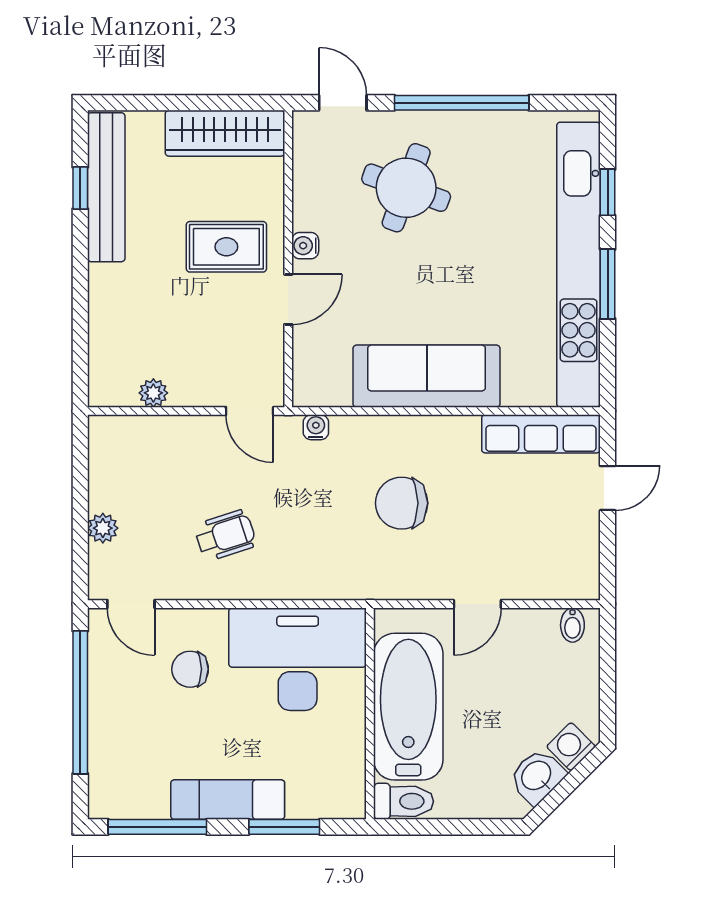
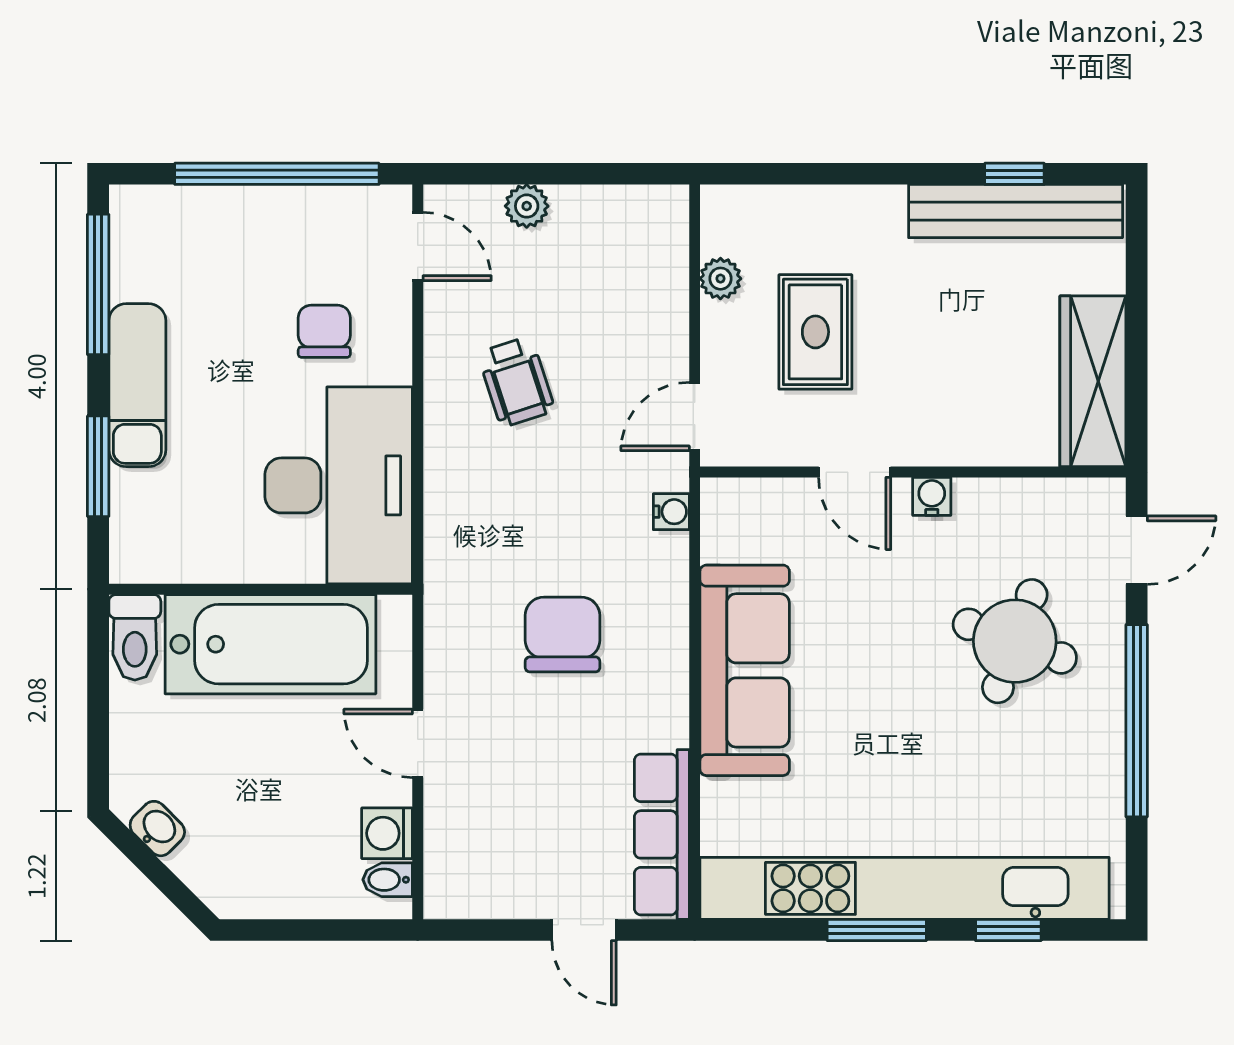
rug: (226, 247) -> (815, 332), moved
door: (131, 604) -> (418, 246), swing flipped
washing machine: (571, 747) -> (387, 833), moved, turned -135
washbasin: (537, 776) -> (157, 829), width x0.72, depth x0.69

